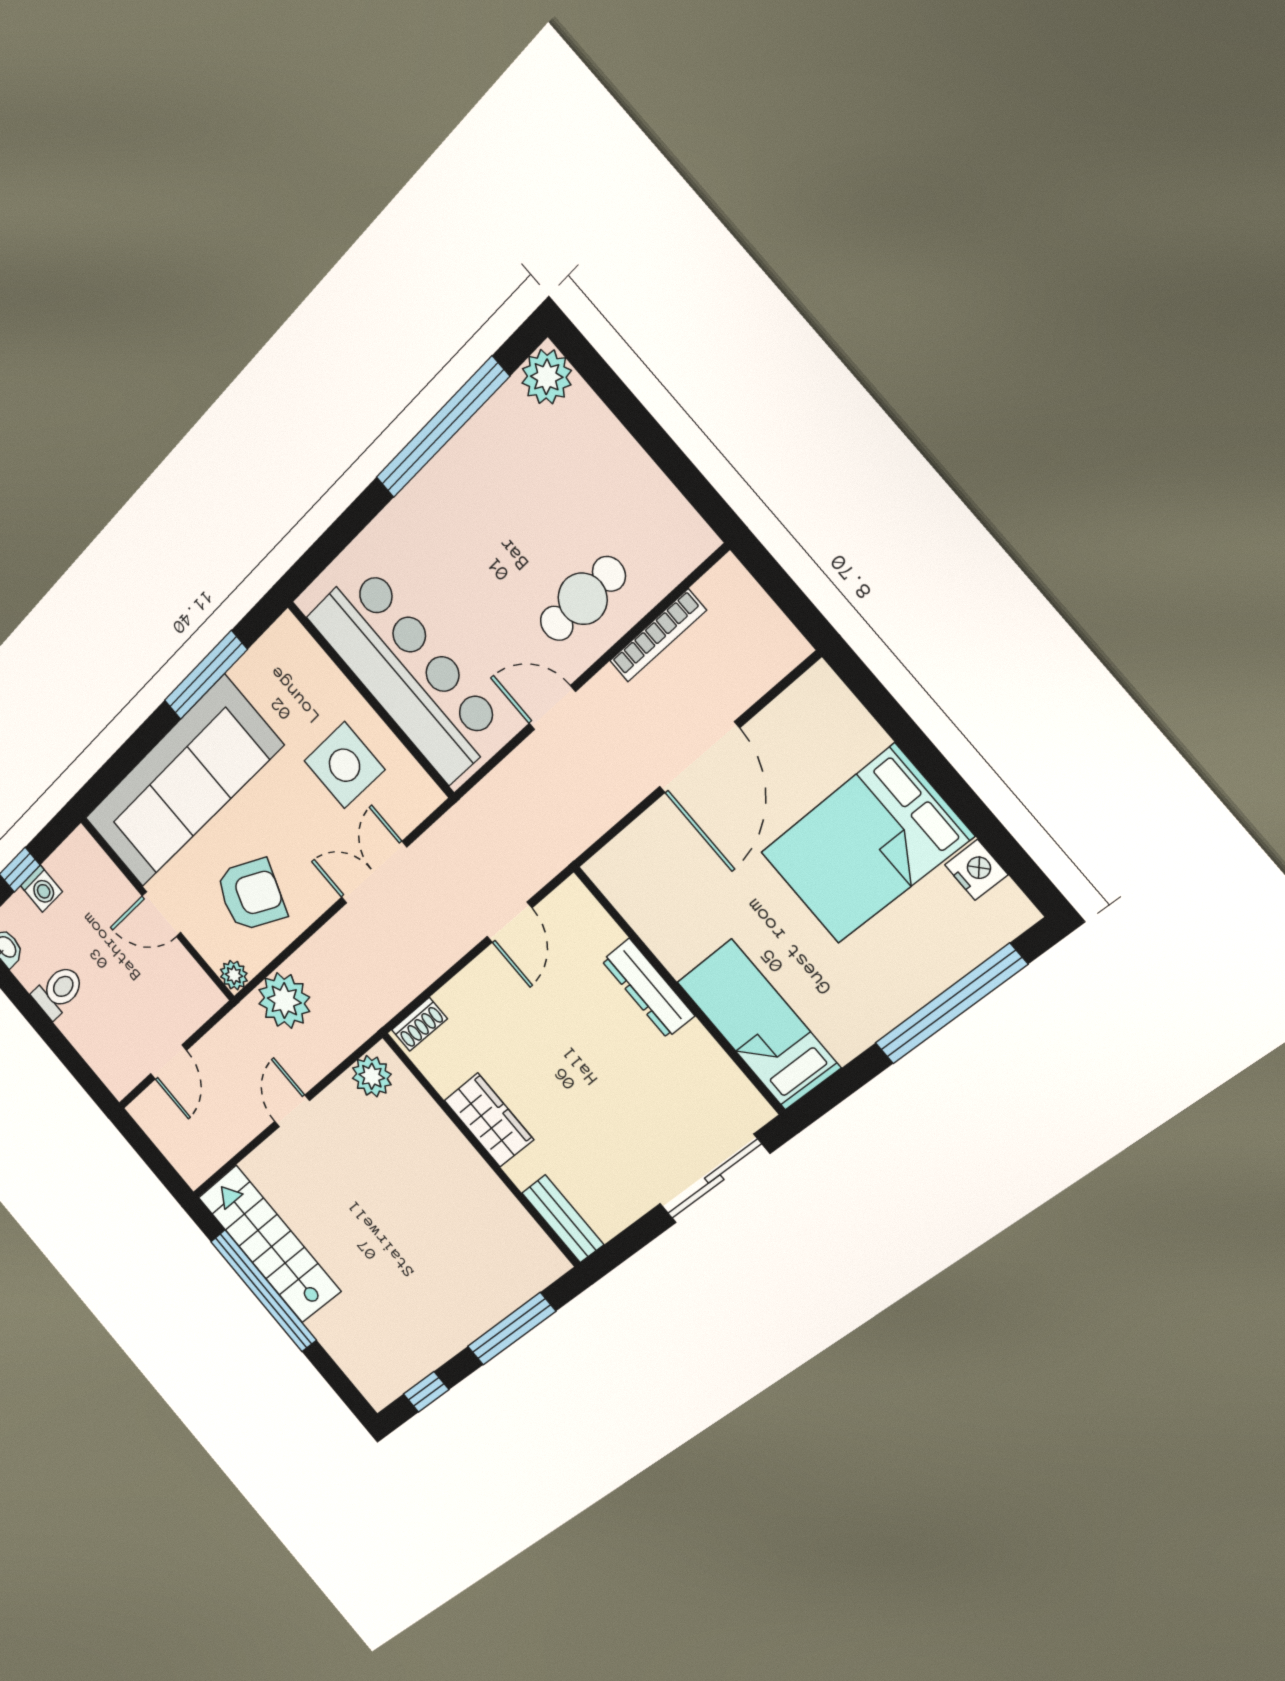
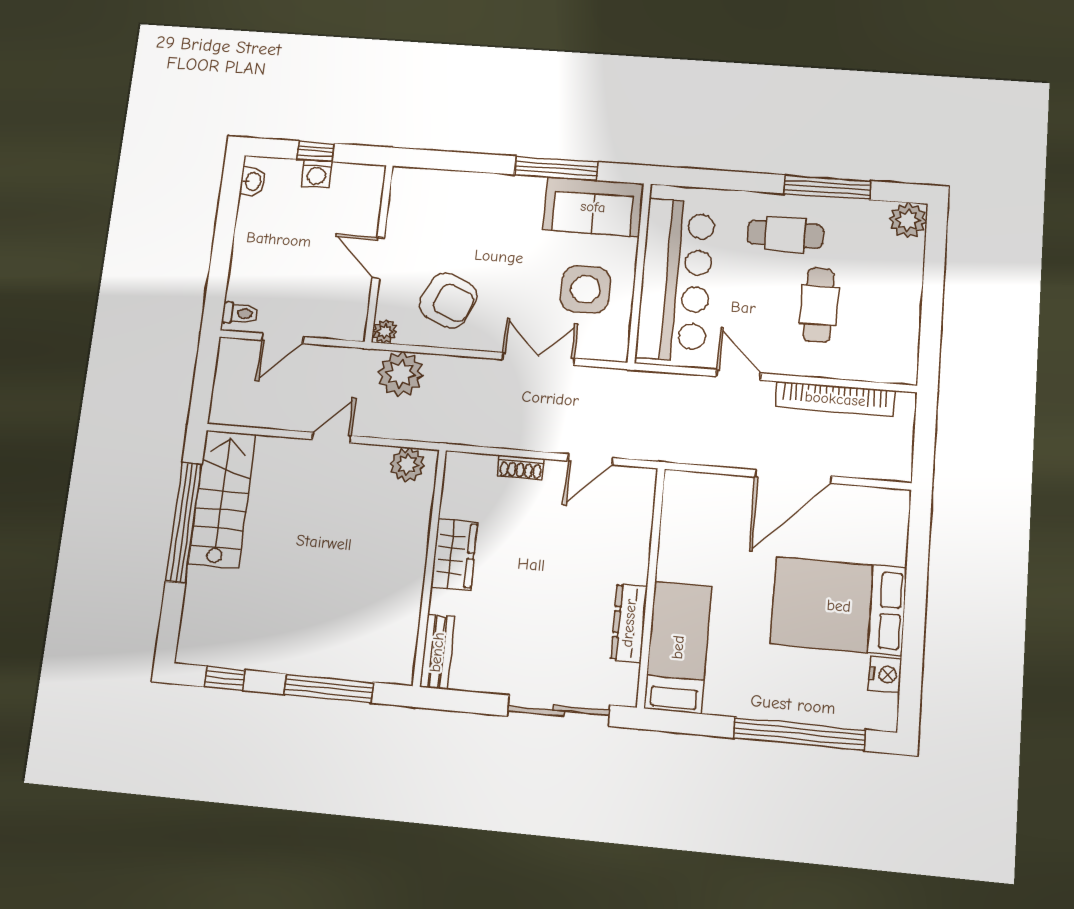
window: (442, 428) -> (827, 187), width x0.68
cafe table: (453, 520) -> (785, 234), added
cafe table: (583, 599) -> (819, 305), moved, turned 90
bookcase: (658, 636) -> (835, 399), width x1.48, depth x1.31
sofa: (183, 782) -> (593, 207), moved, width x0.54, depth x0.79
dresser: (648, 988) -> (629, 623), moved
toilet: (58, 991) -> (240, 313), moved, width x0.73, depth x0.72
shoe rack: (419, 1024) -> (521, 468), moved

